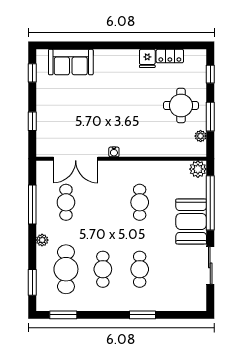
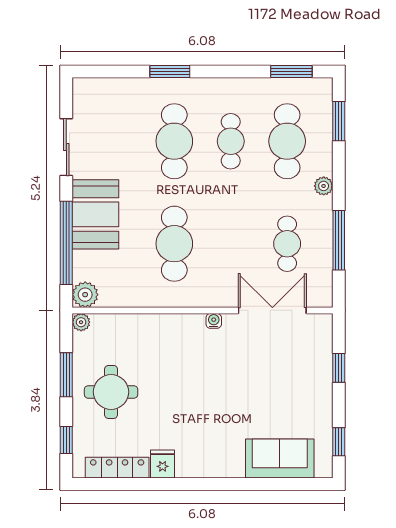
locker: (170, 56) -> (117, 468), width x1.53
plant: (201, 136) -> (81, 322), moved
cafe table: (140, 202) -> (174, 244), width x1.37, depth x1.35
cafe table: (140, 269) -> (174, 141), width x1.37, depth x1.35

